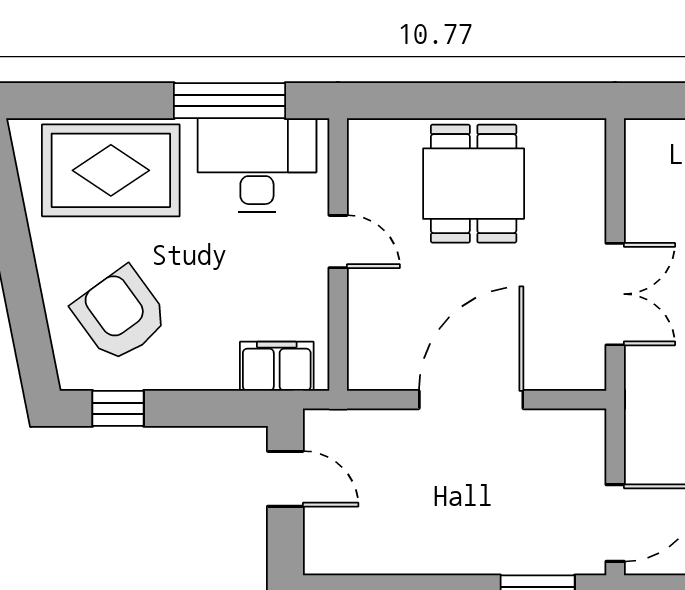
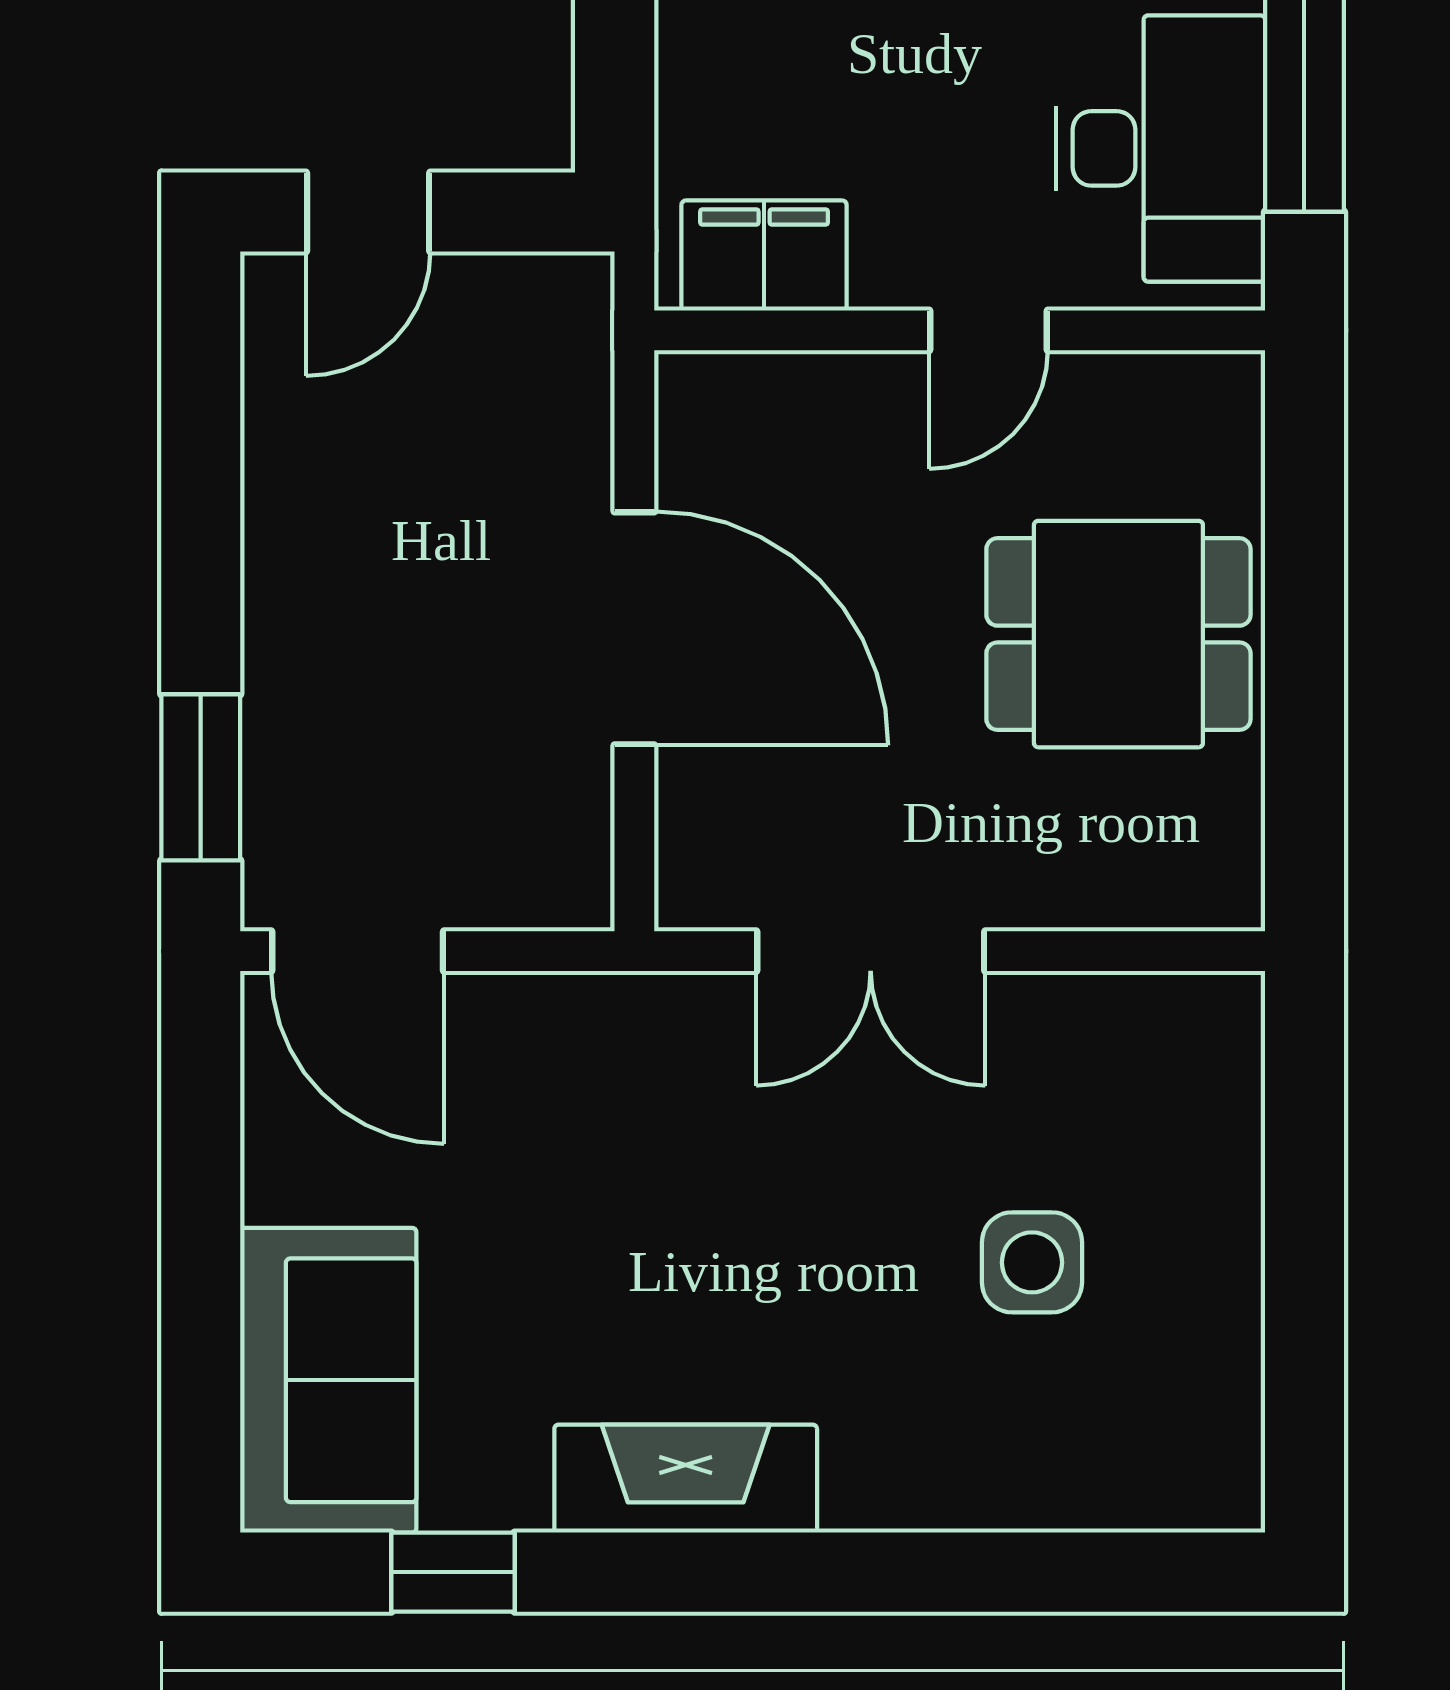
filing cabinet: (277, 366) -> (764, 256), moved, turned -90
door: (285, 479) -> (368, 212), moved

